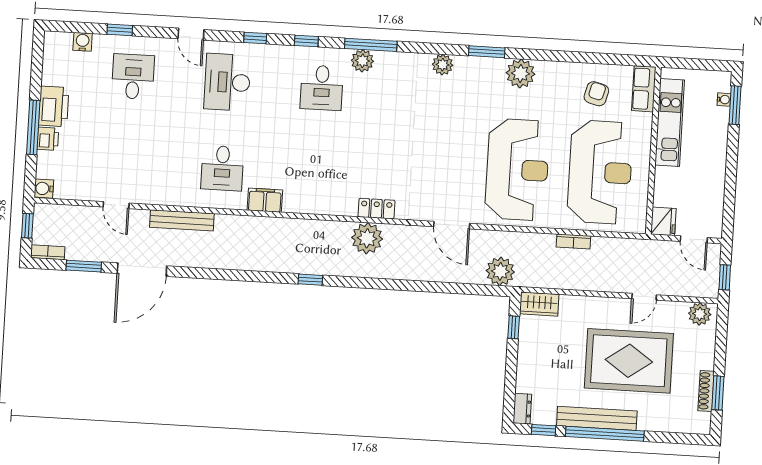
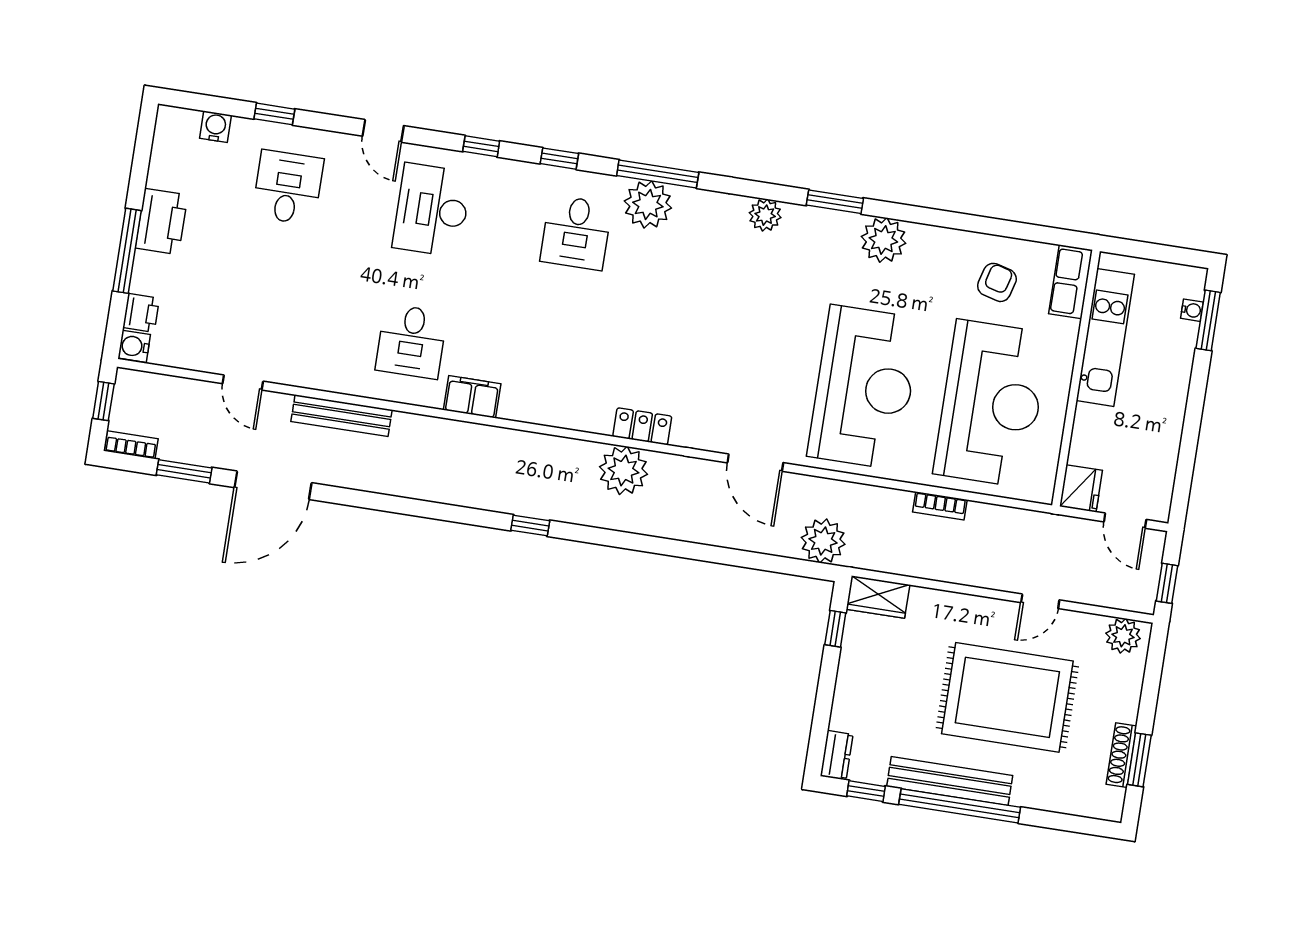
plant: (362, 61) -> (648, 204), width x1.36, depth x1.36
printer: (48, 139) -> (141, 313), moved

